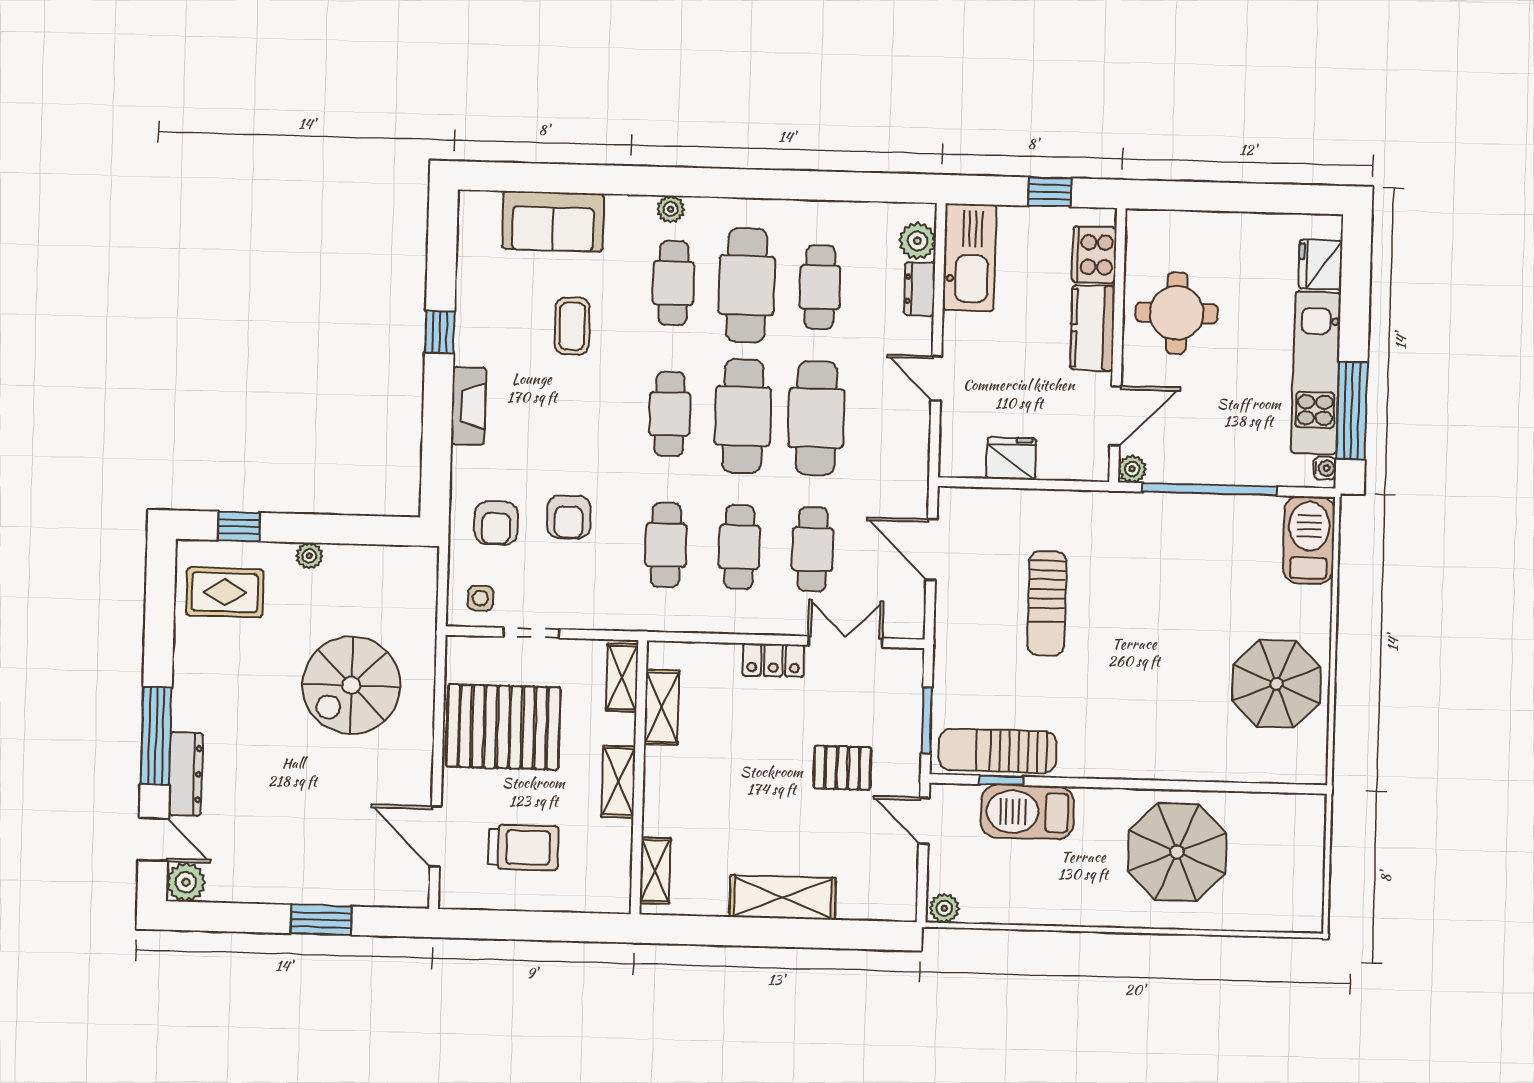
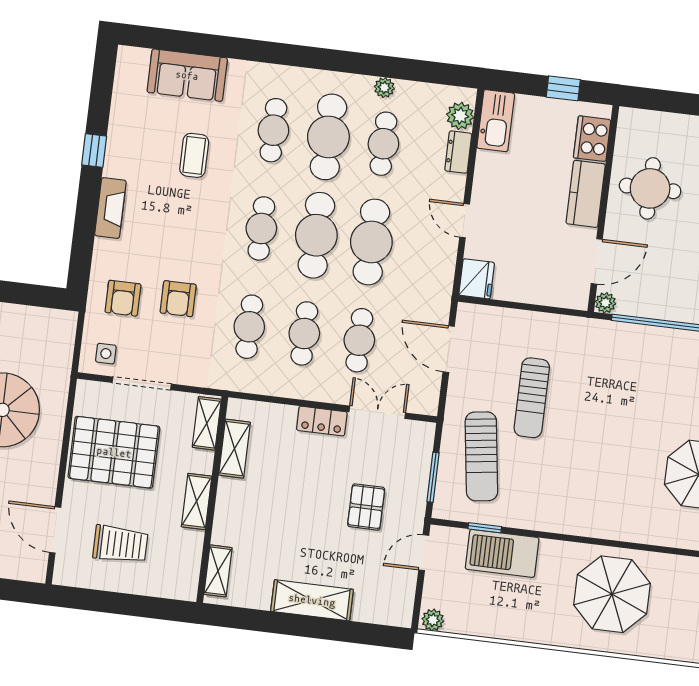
plant: (671, 209) -> (384, 88), moved
kitchen sink: (970, 257) -> (496, 121), width x0.73, depth x0.81
fridge: (1011, 458) -> (477, 279), moved, turned 90
doorway: (531, 633) -> (142, 383), width x1.38
sun lounger: (998, 751) -> (481, 456), moved, turned -98
pallet: (842, 768) -> (366, 507), turned 90
door: (924, 821) -> (424, 553), hinge flipped

